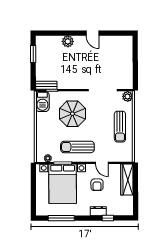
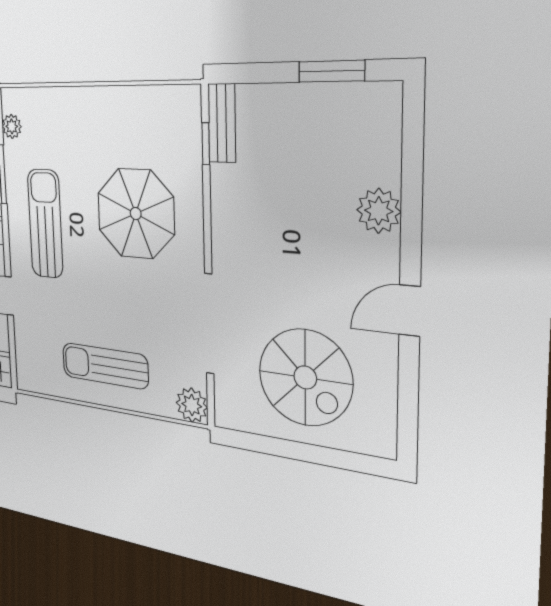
spiral stairs: (114, 61) -> (305, 377), added
barbecue: (42, 101) -> (169, 109), removed

